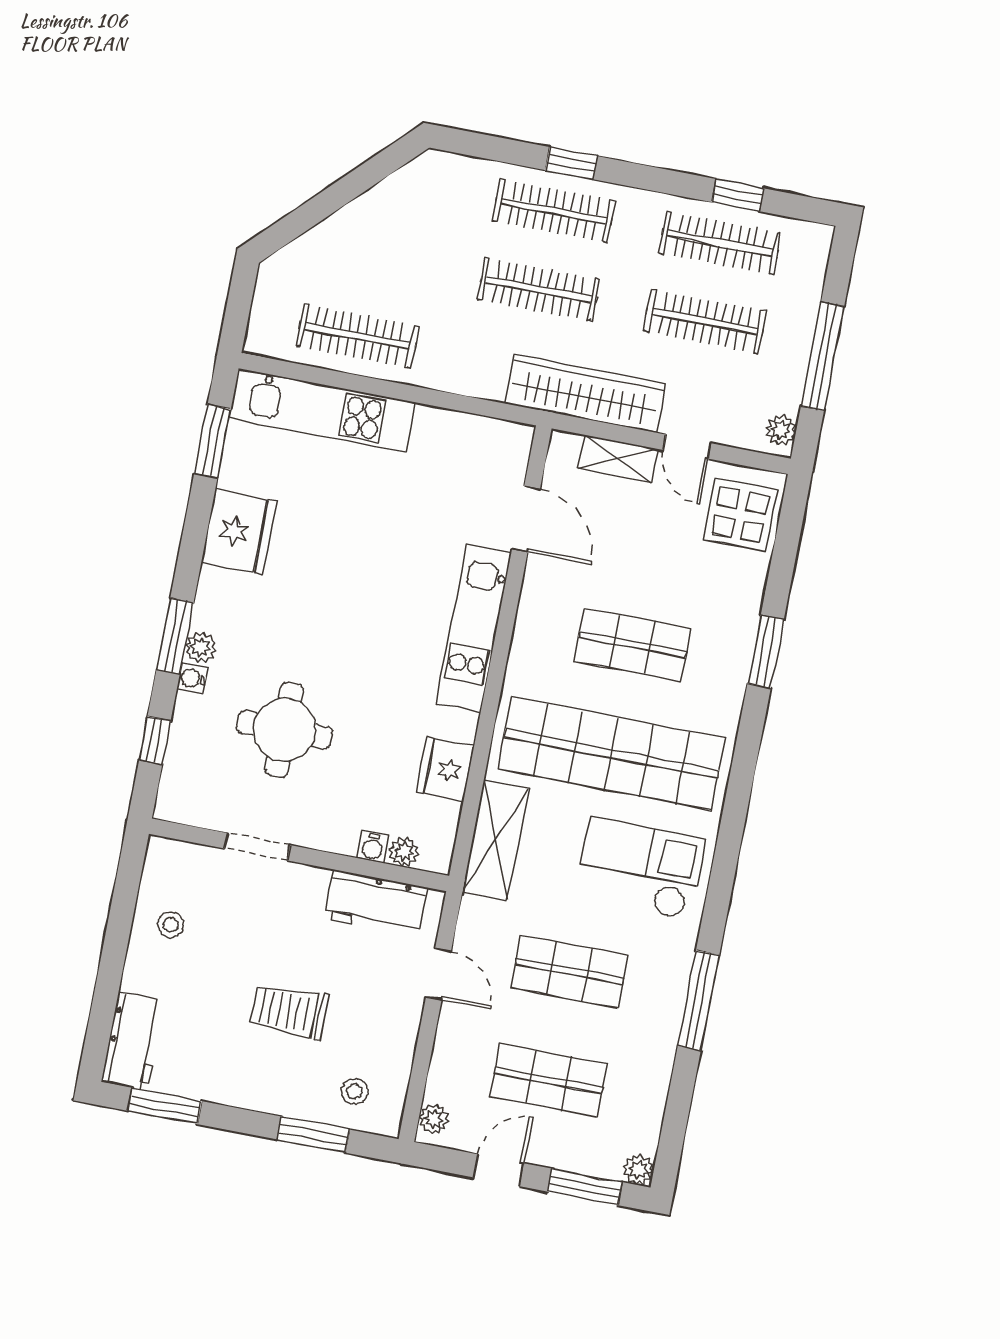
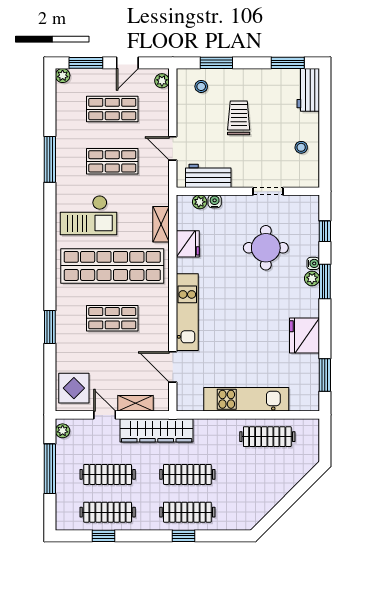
kitchen unit: (322, 410) -> (246, 399), moved
shelving: (495, 841) -> (161, 224), width x0.67, depth x0.75
trolley: (289, 1011) -> (239, 118), turned -90

